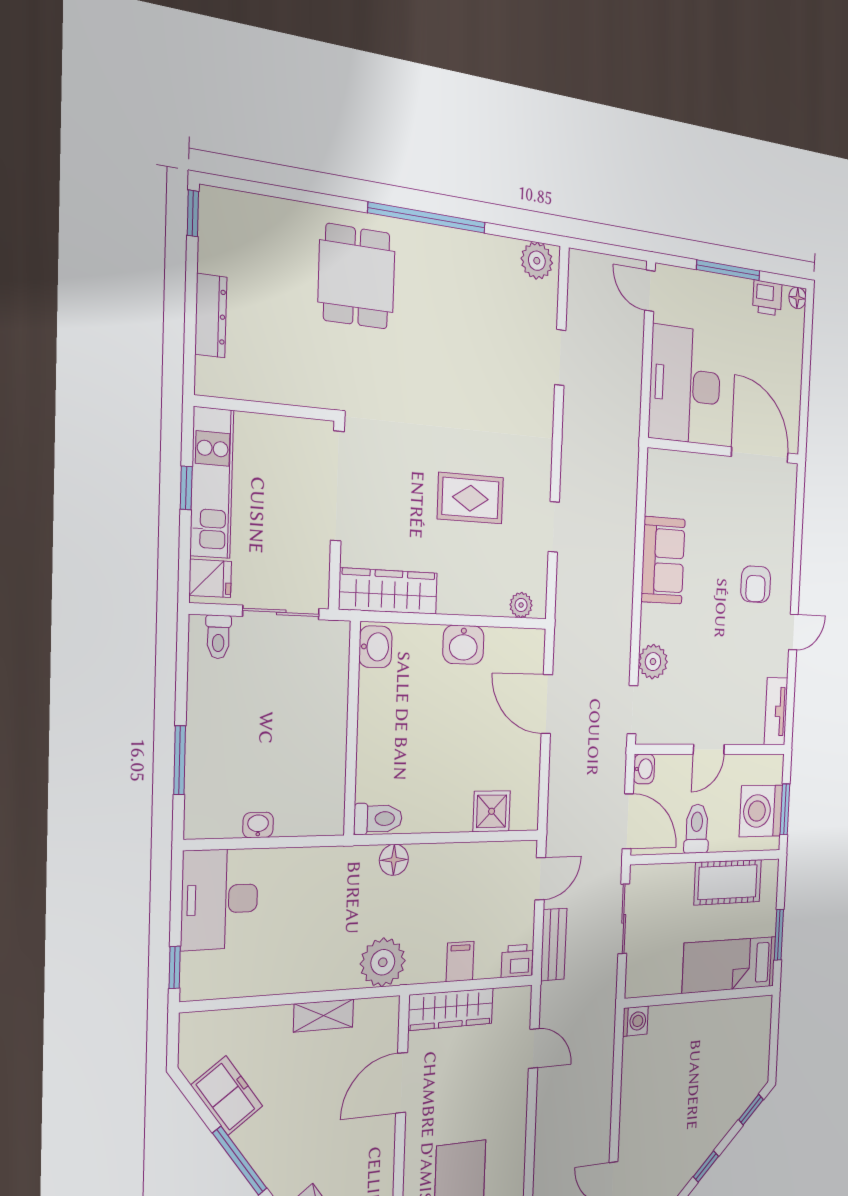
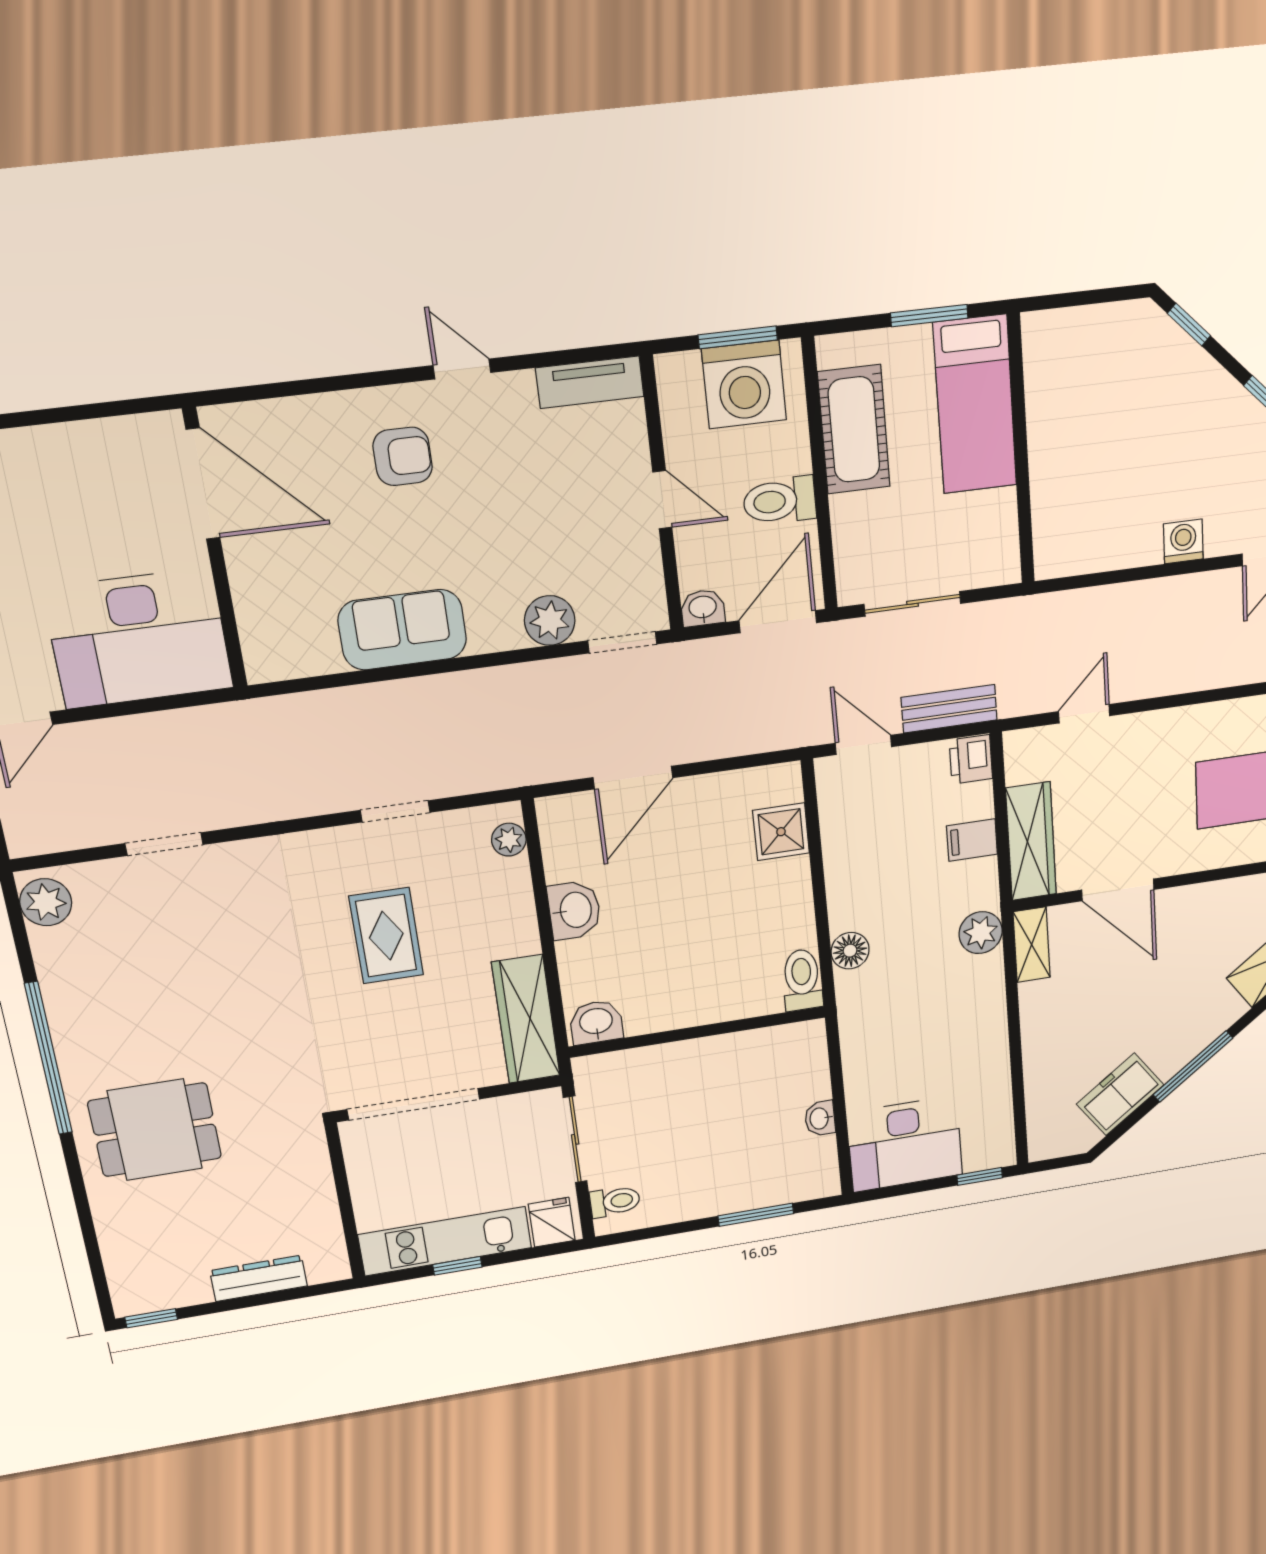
door: (760, 455) -> (203, 484), swing flipped
plant: (383, 962) -> (981, 933), width x0.73, depth x0.73
shelving: (324, 1015) -> (1032, 945), moved
washing machine: (635, 1021) -> (1183, 541), moved

